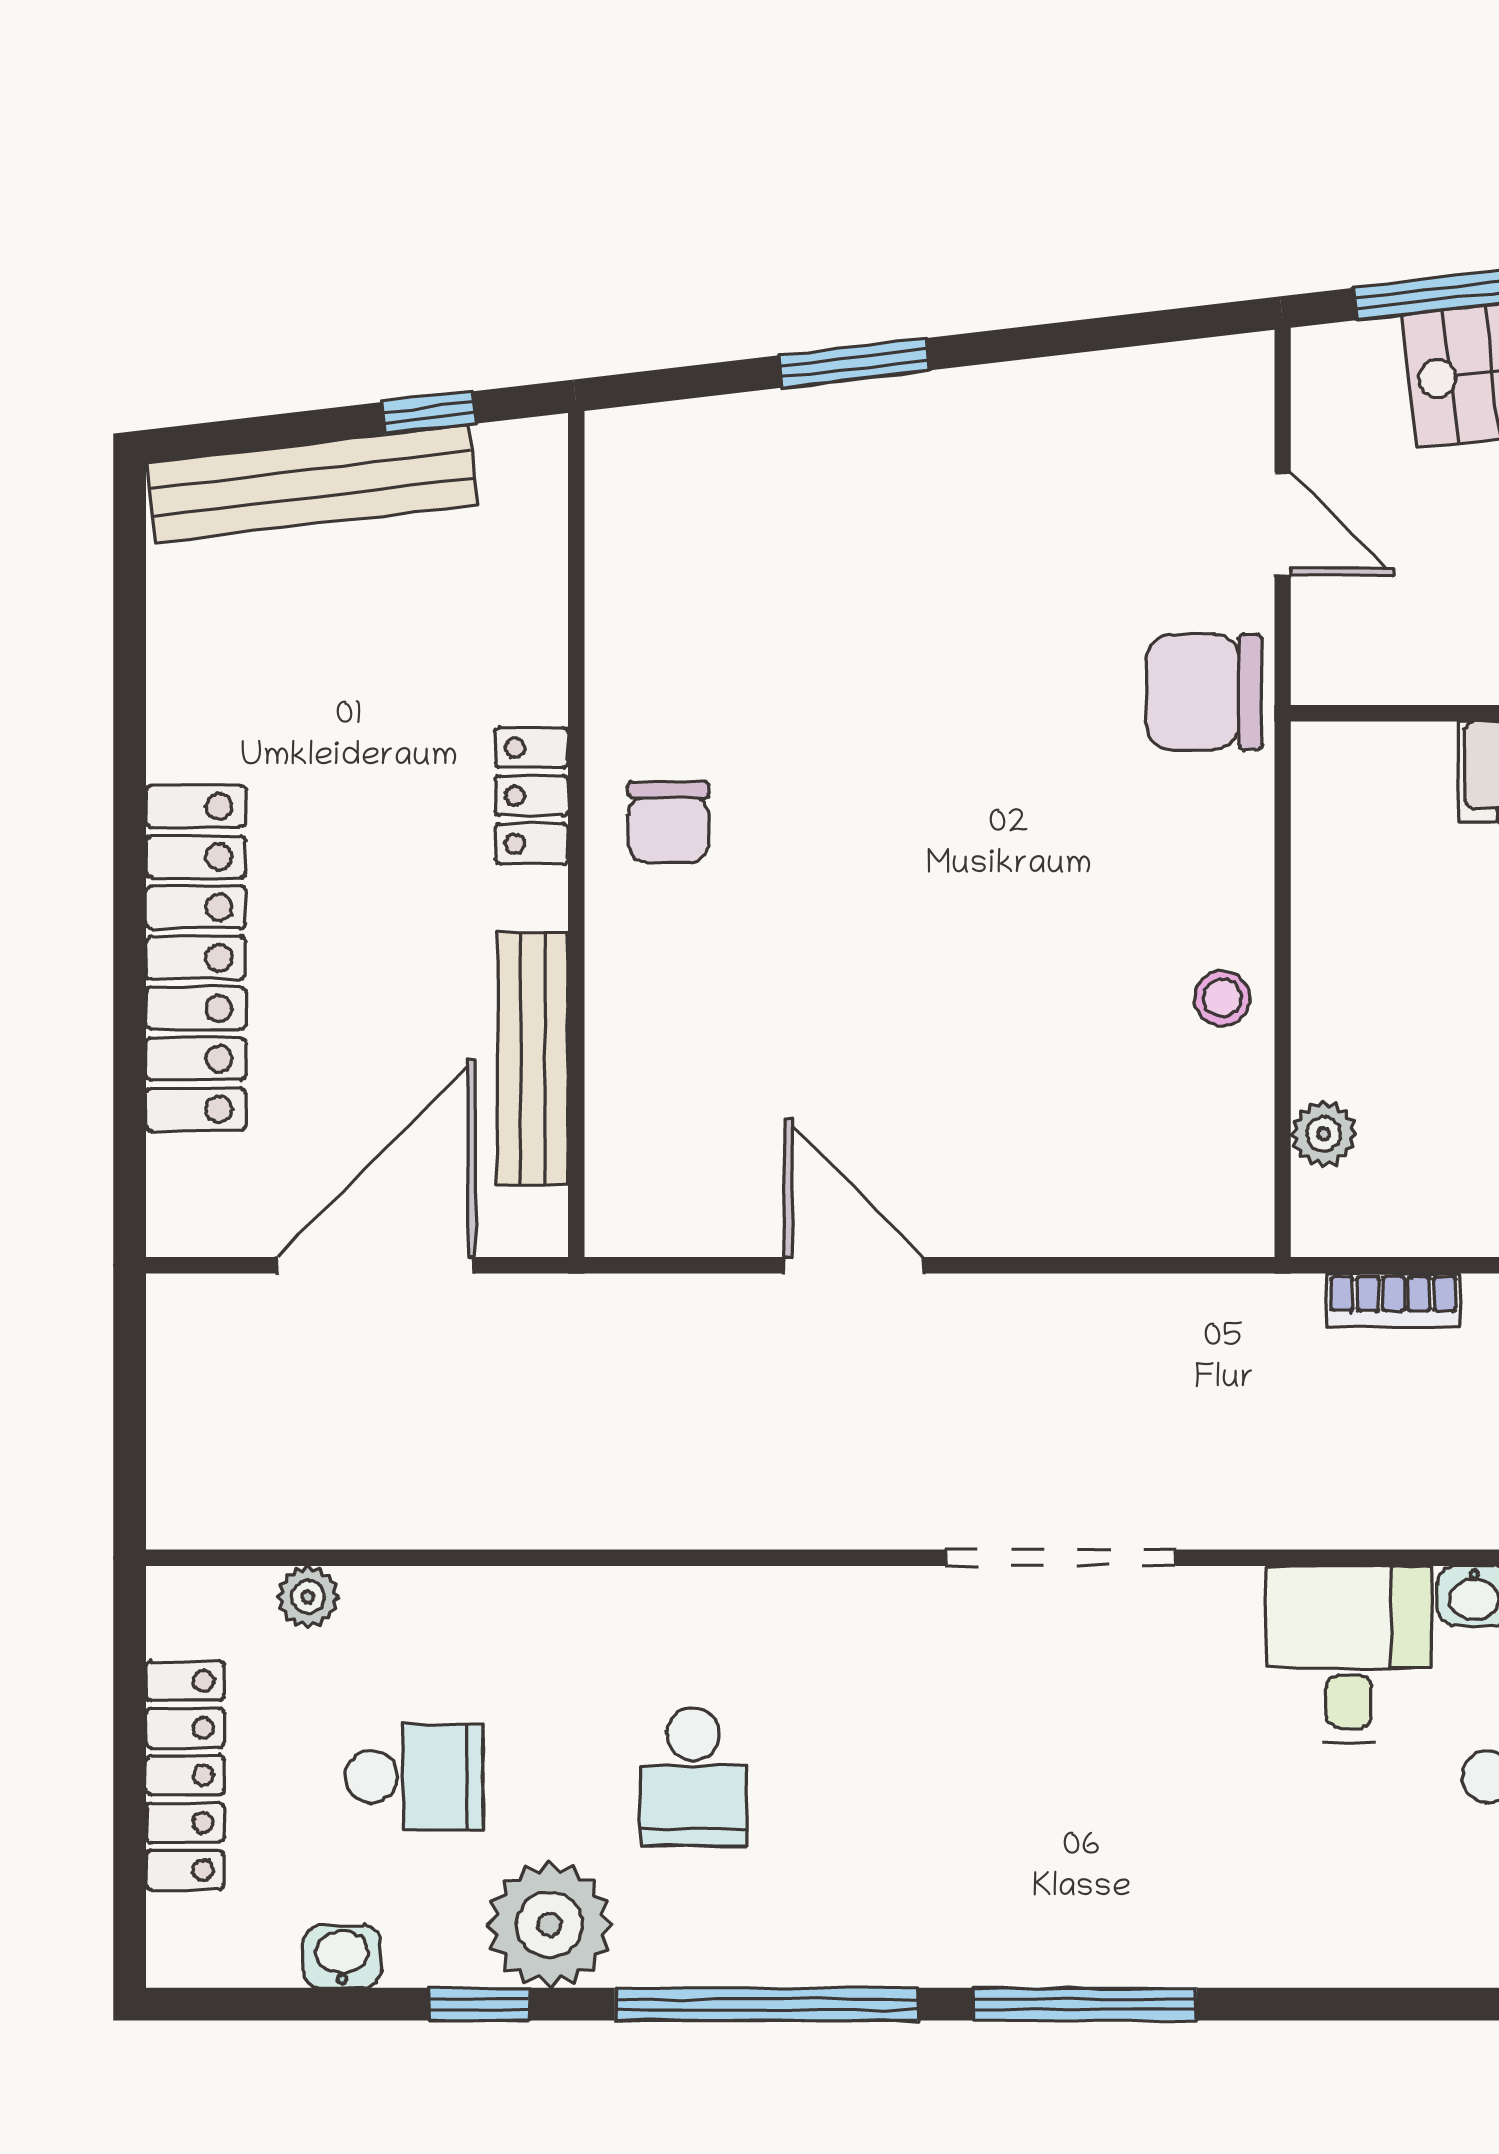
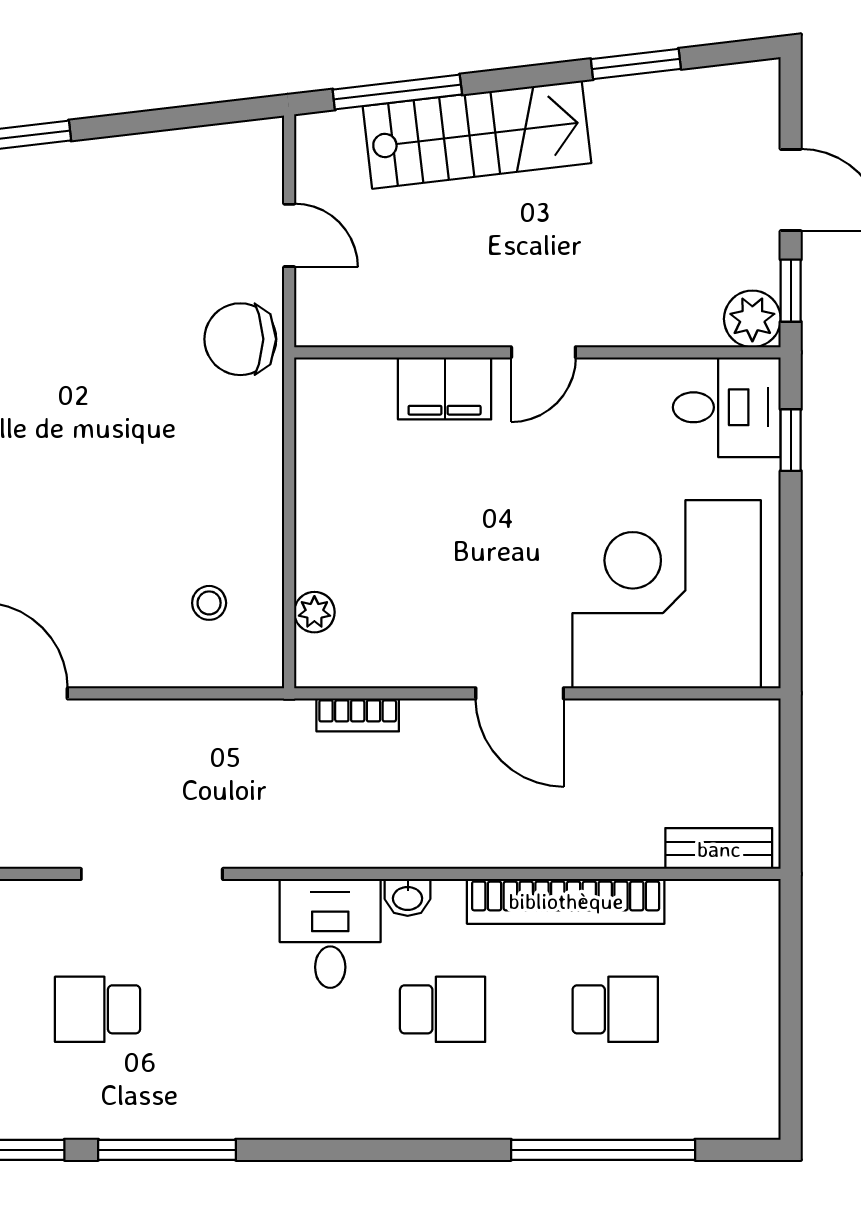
stool: (1222, 998) -> (209, 603), moved
school desk: (972, 1777) -> (98, 1009), added

